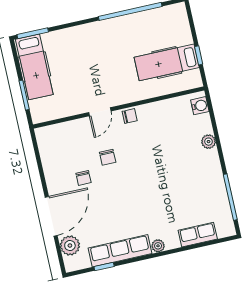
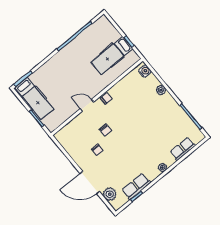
door: (100, 112) -> (87, 105), swing flipped
door: (51, 216) -> (90, 182), swing flipped
row of seats: (120, 251) -> (136, 186), width x0.68

